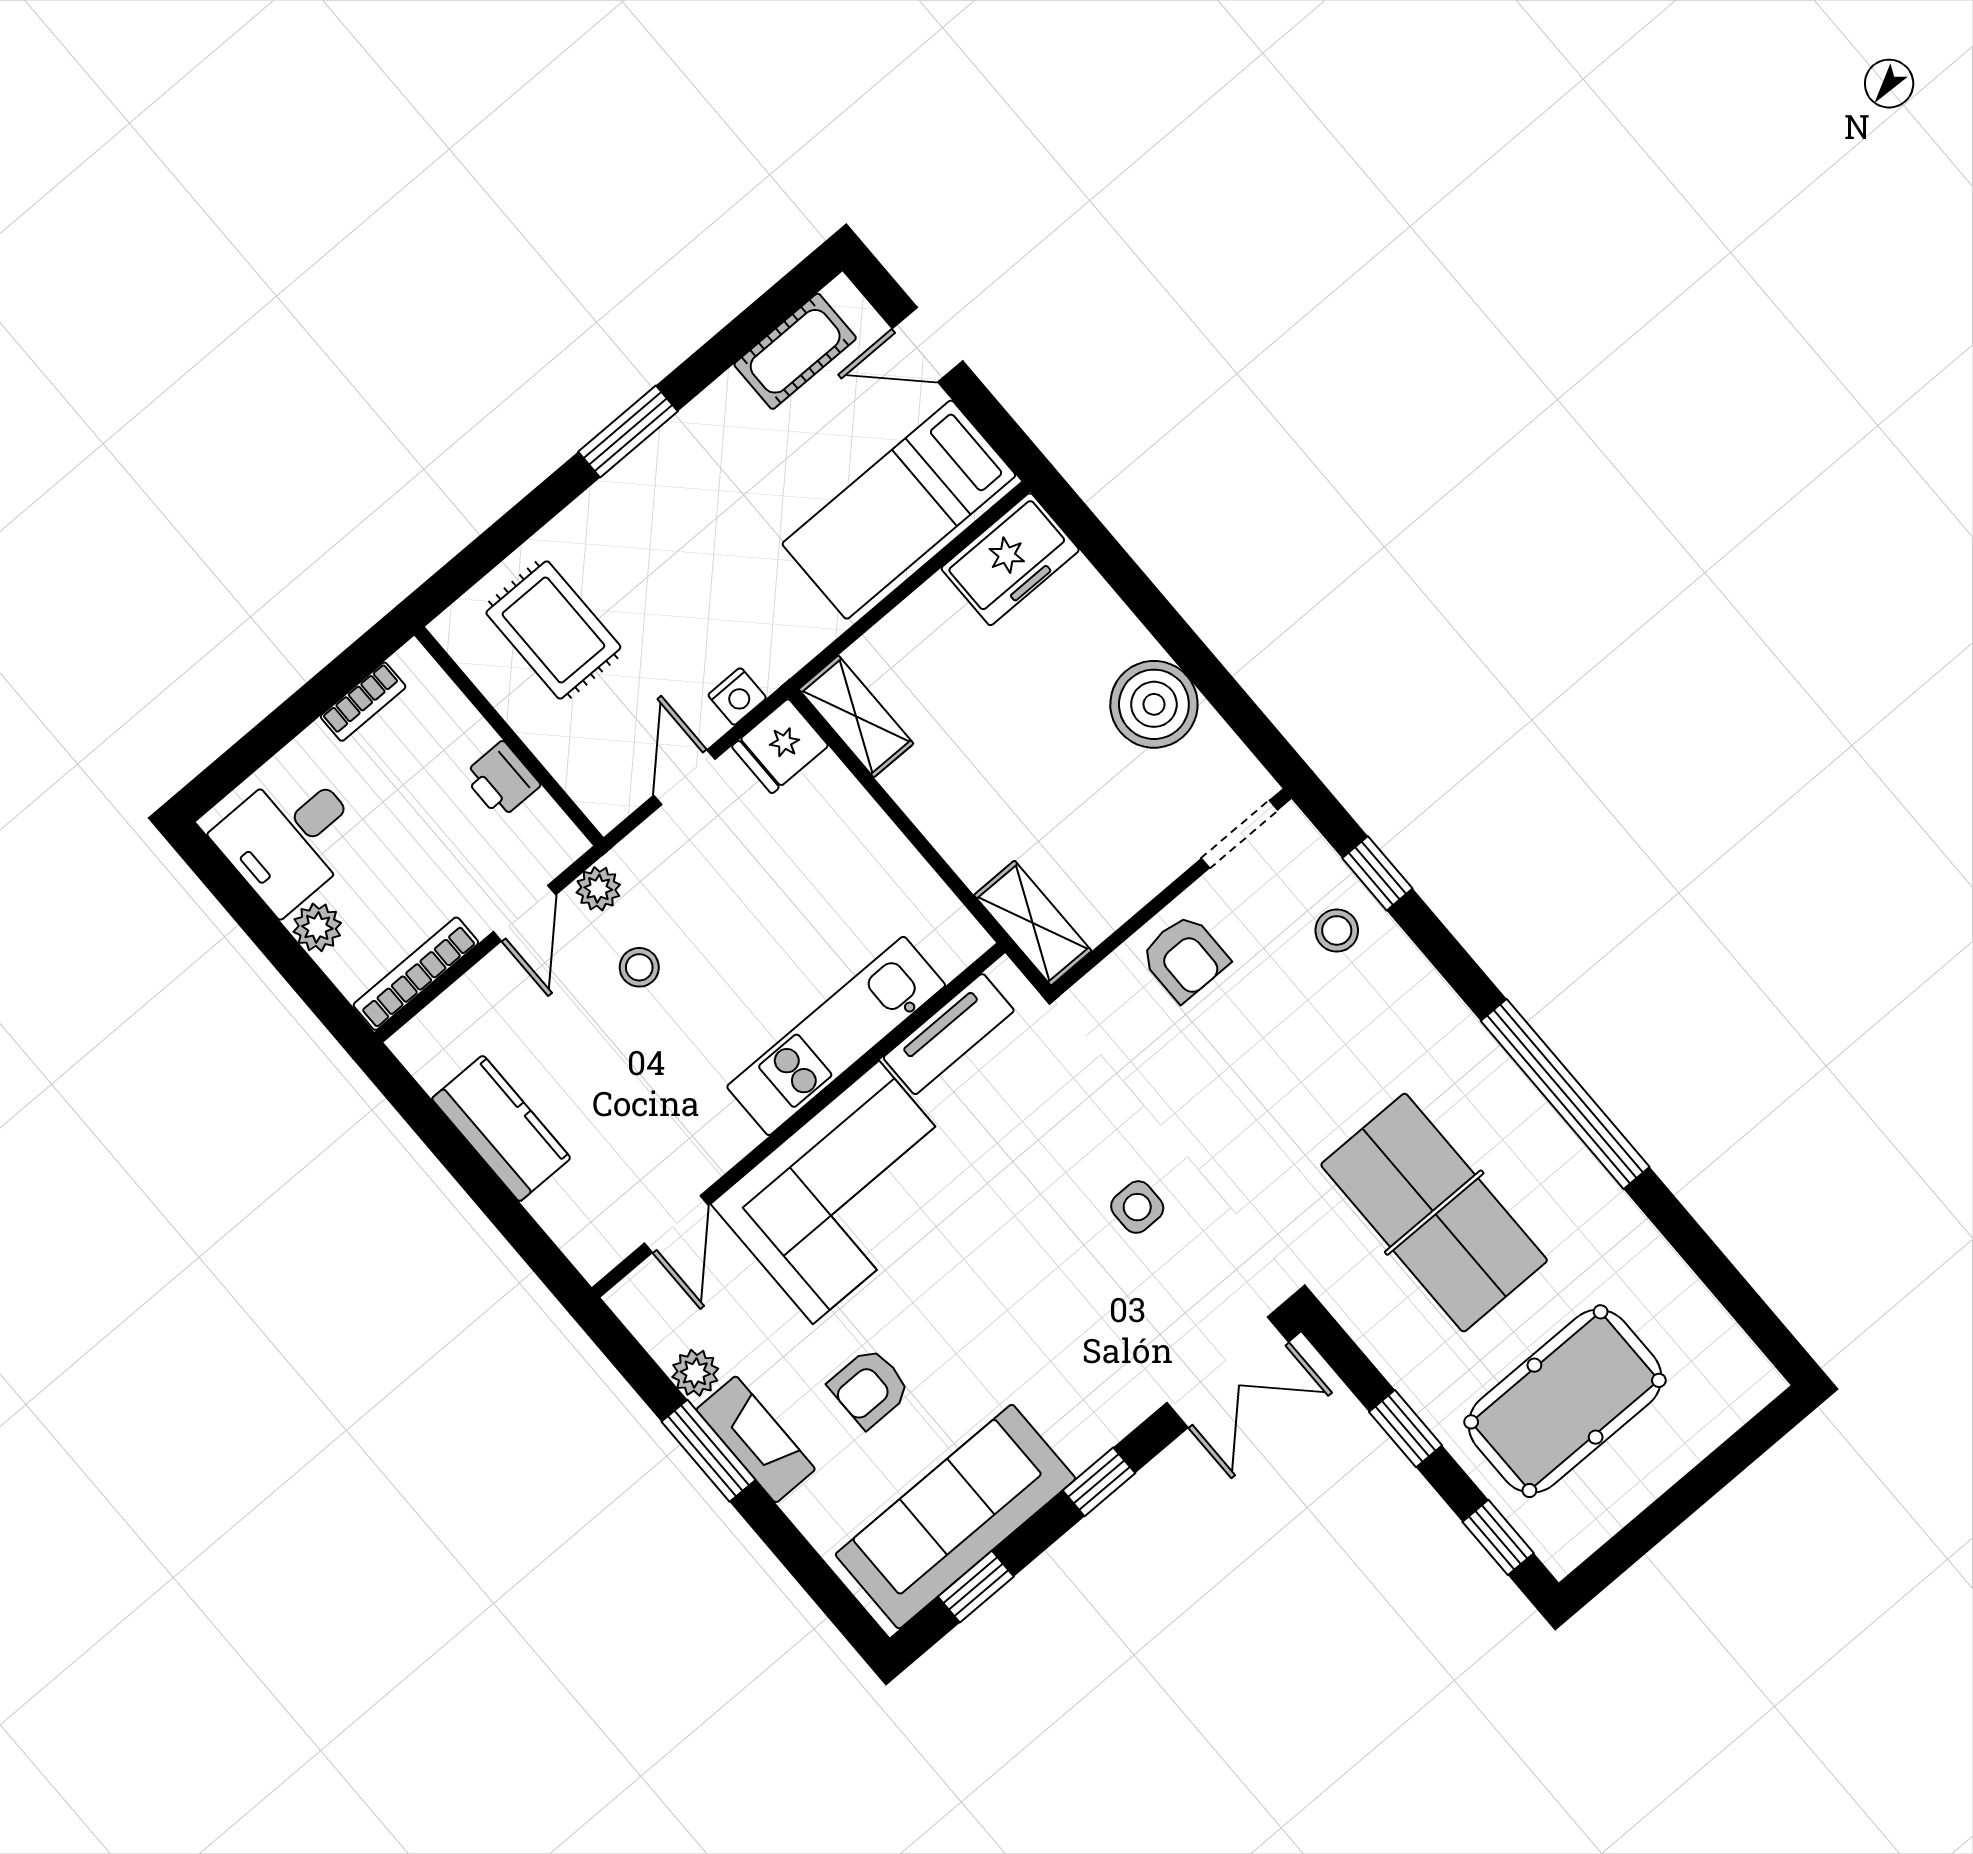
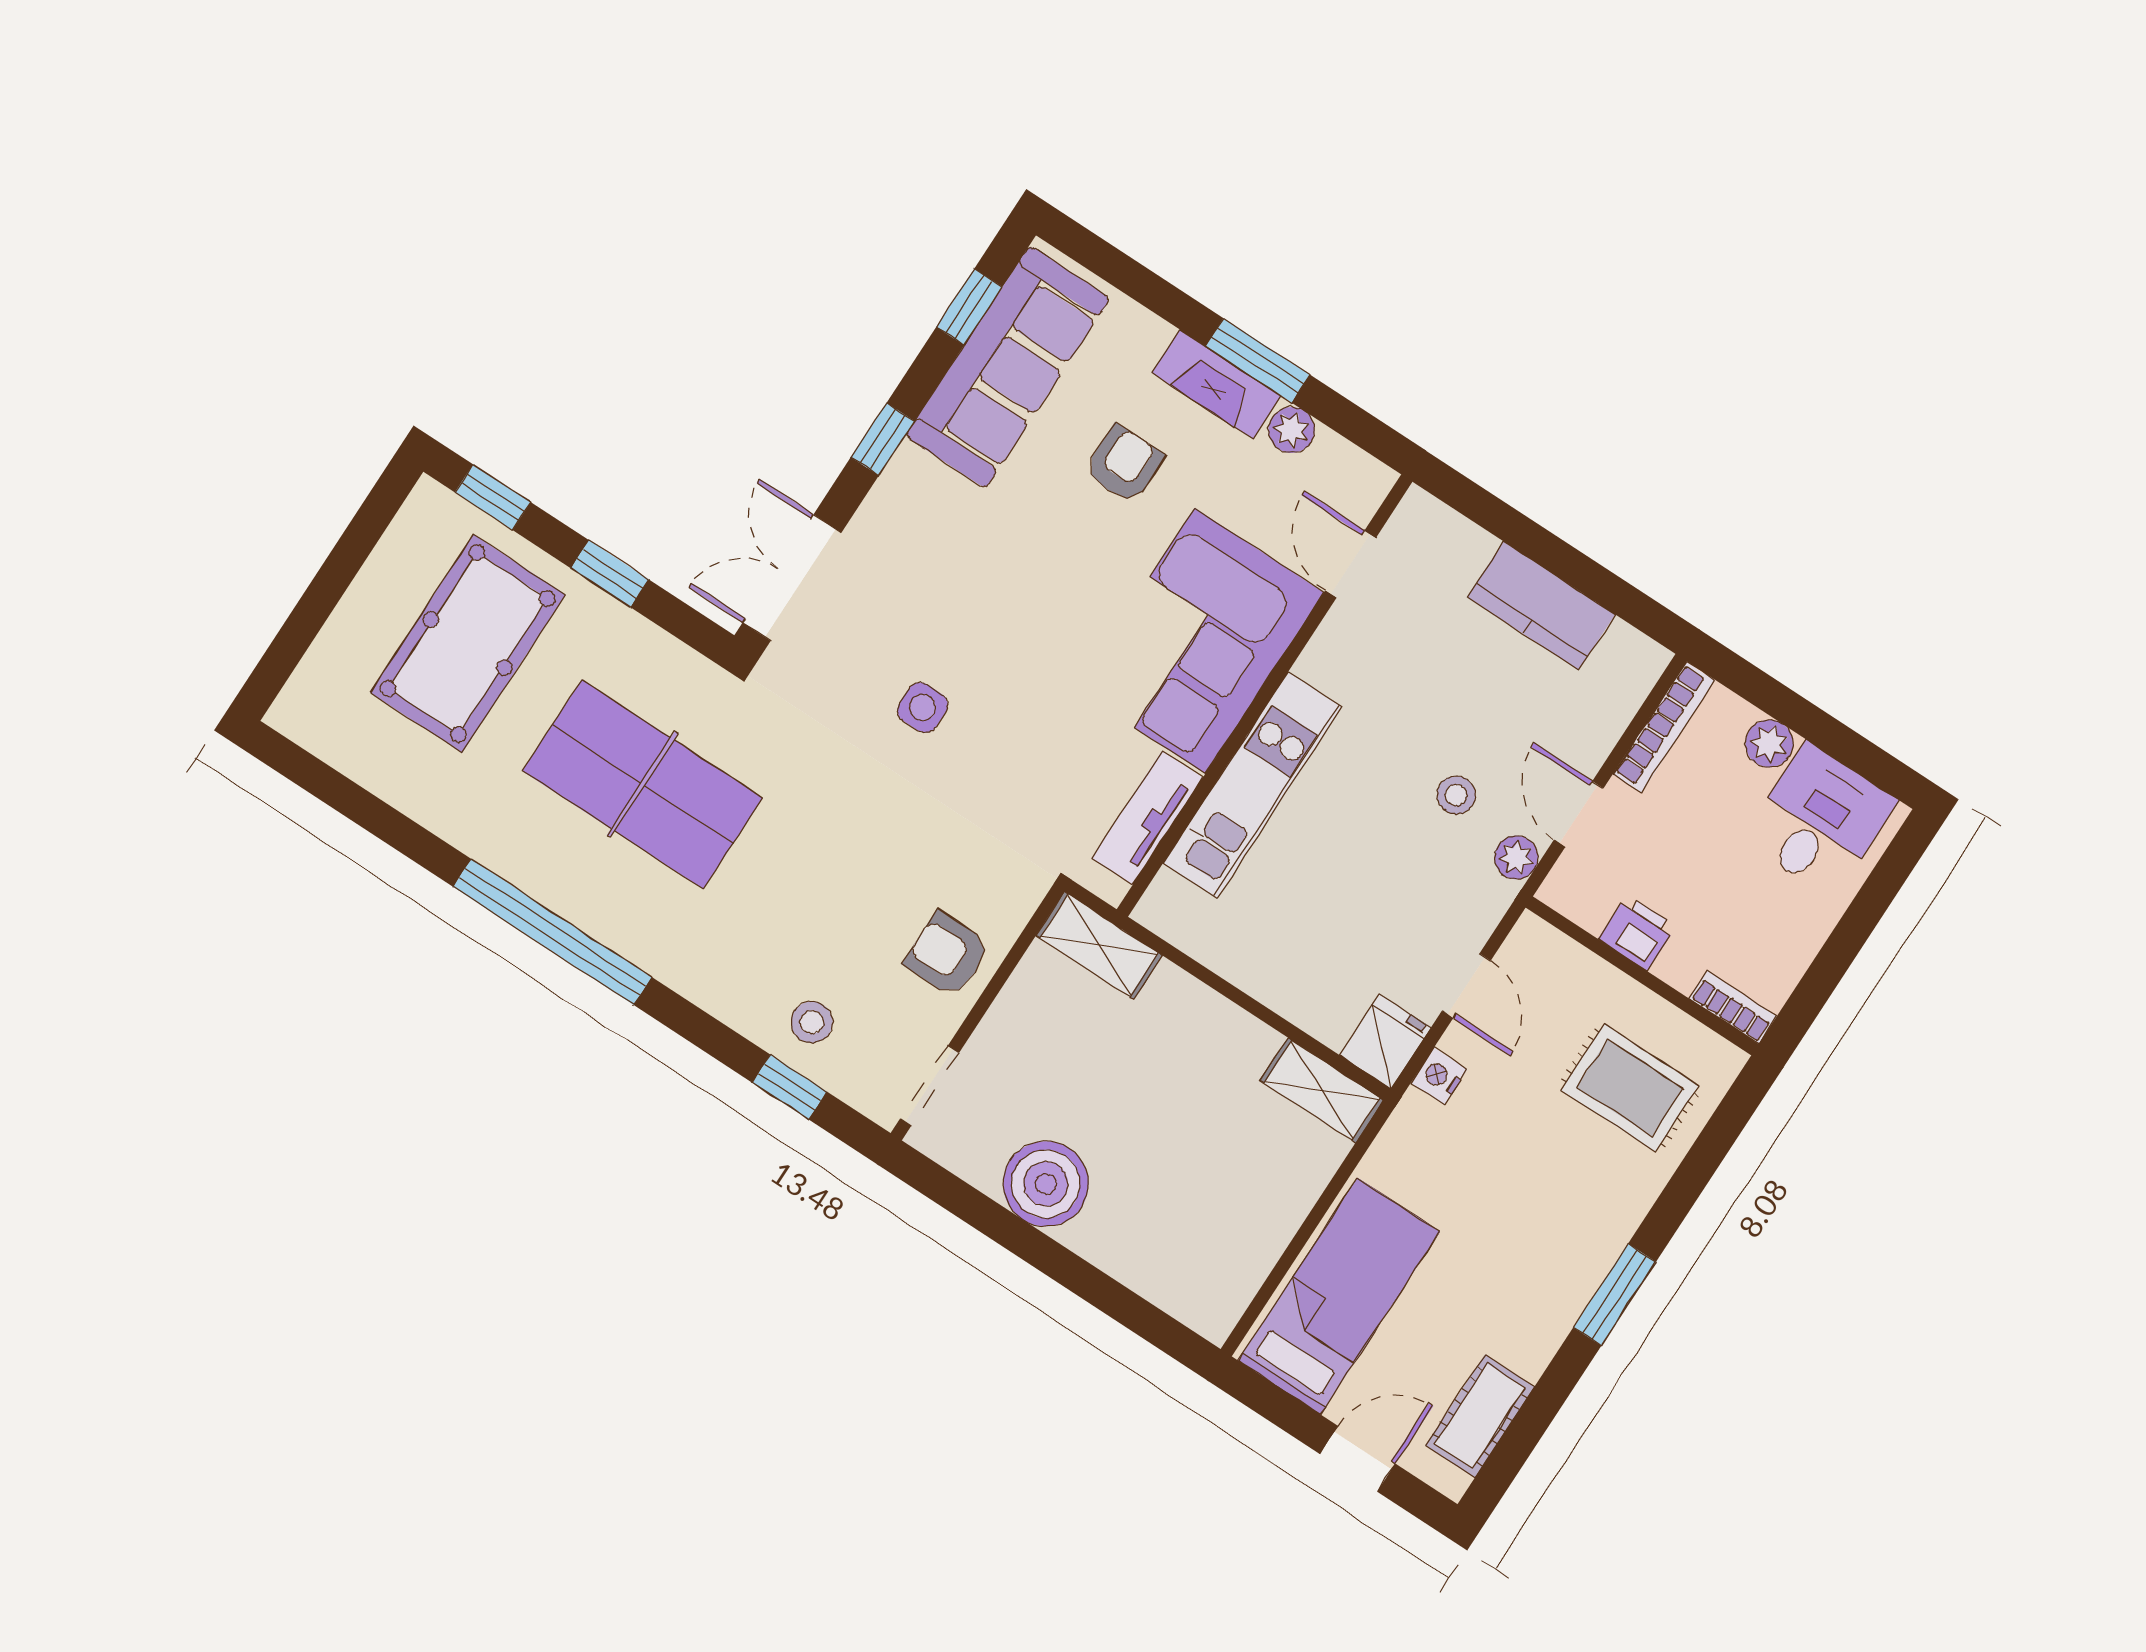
freezer: (1010, 559) -> (1221, 1280), removed
bookcase: (363, 702) -> (1733, 1007), moved, turned 90

